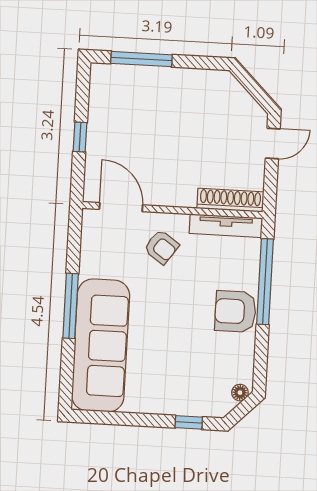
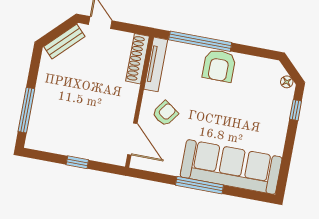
bench: (241, 98) -> (64, 42), added
door: (121, 207) -> (132, 139), swing flipped
floor lamp: (240, 393) -> (287, 82), moved

